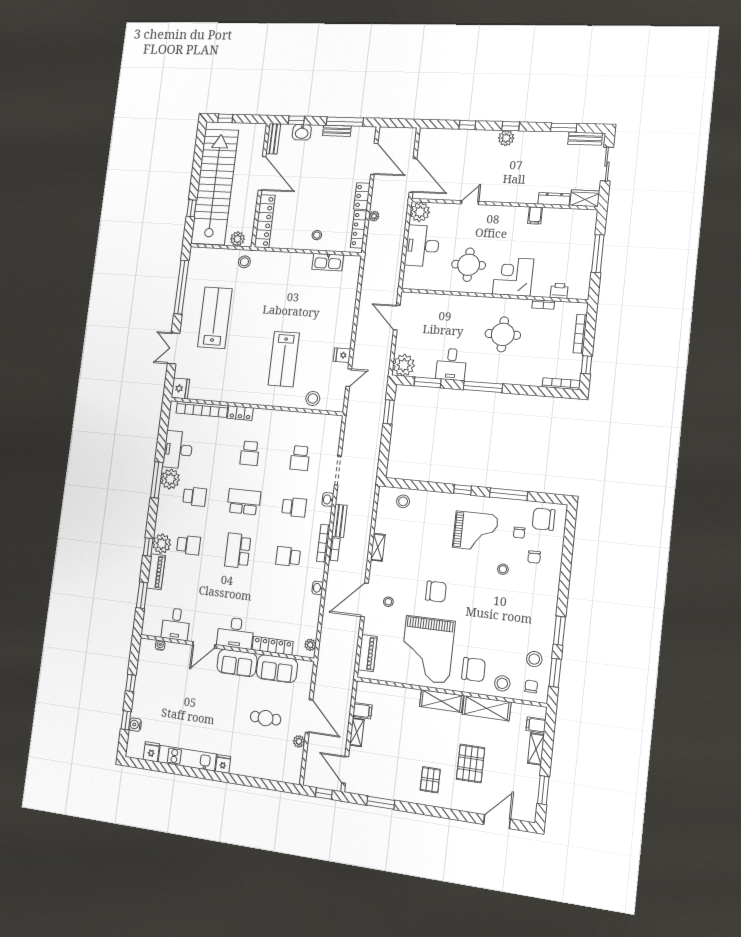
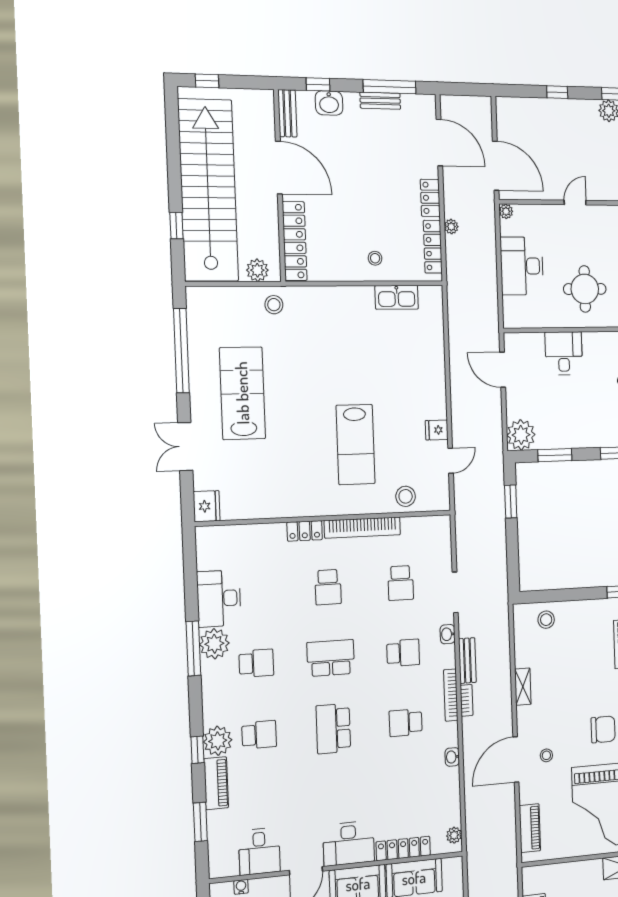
plant: (420, 212) -> (506, 211), width x0.53, depth x0.53
desk: (451, 364) -> (564, 353), moved, turned 180
bookcase: (202, 409) -> (362, 528), moved

